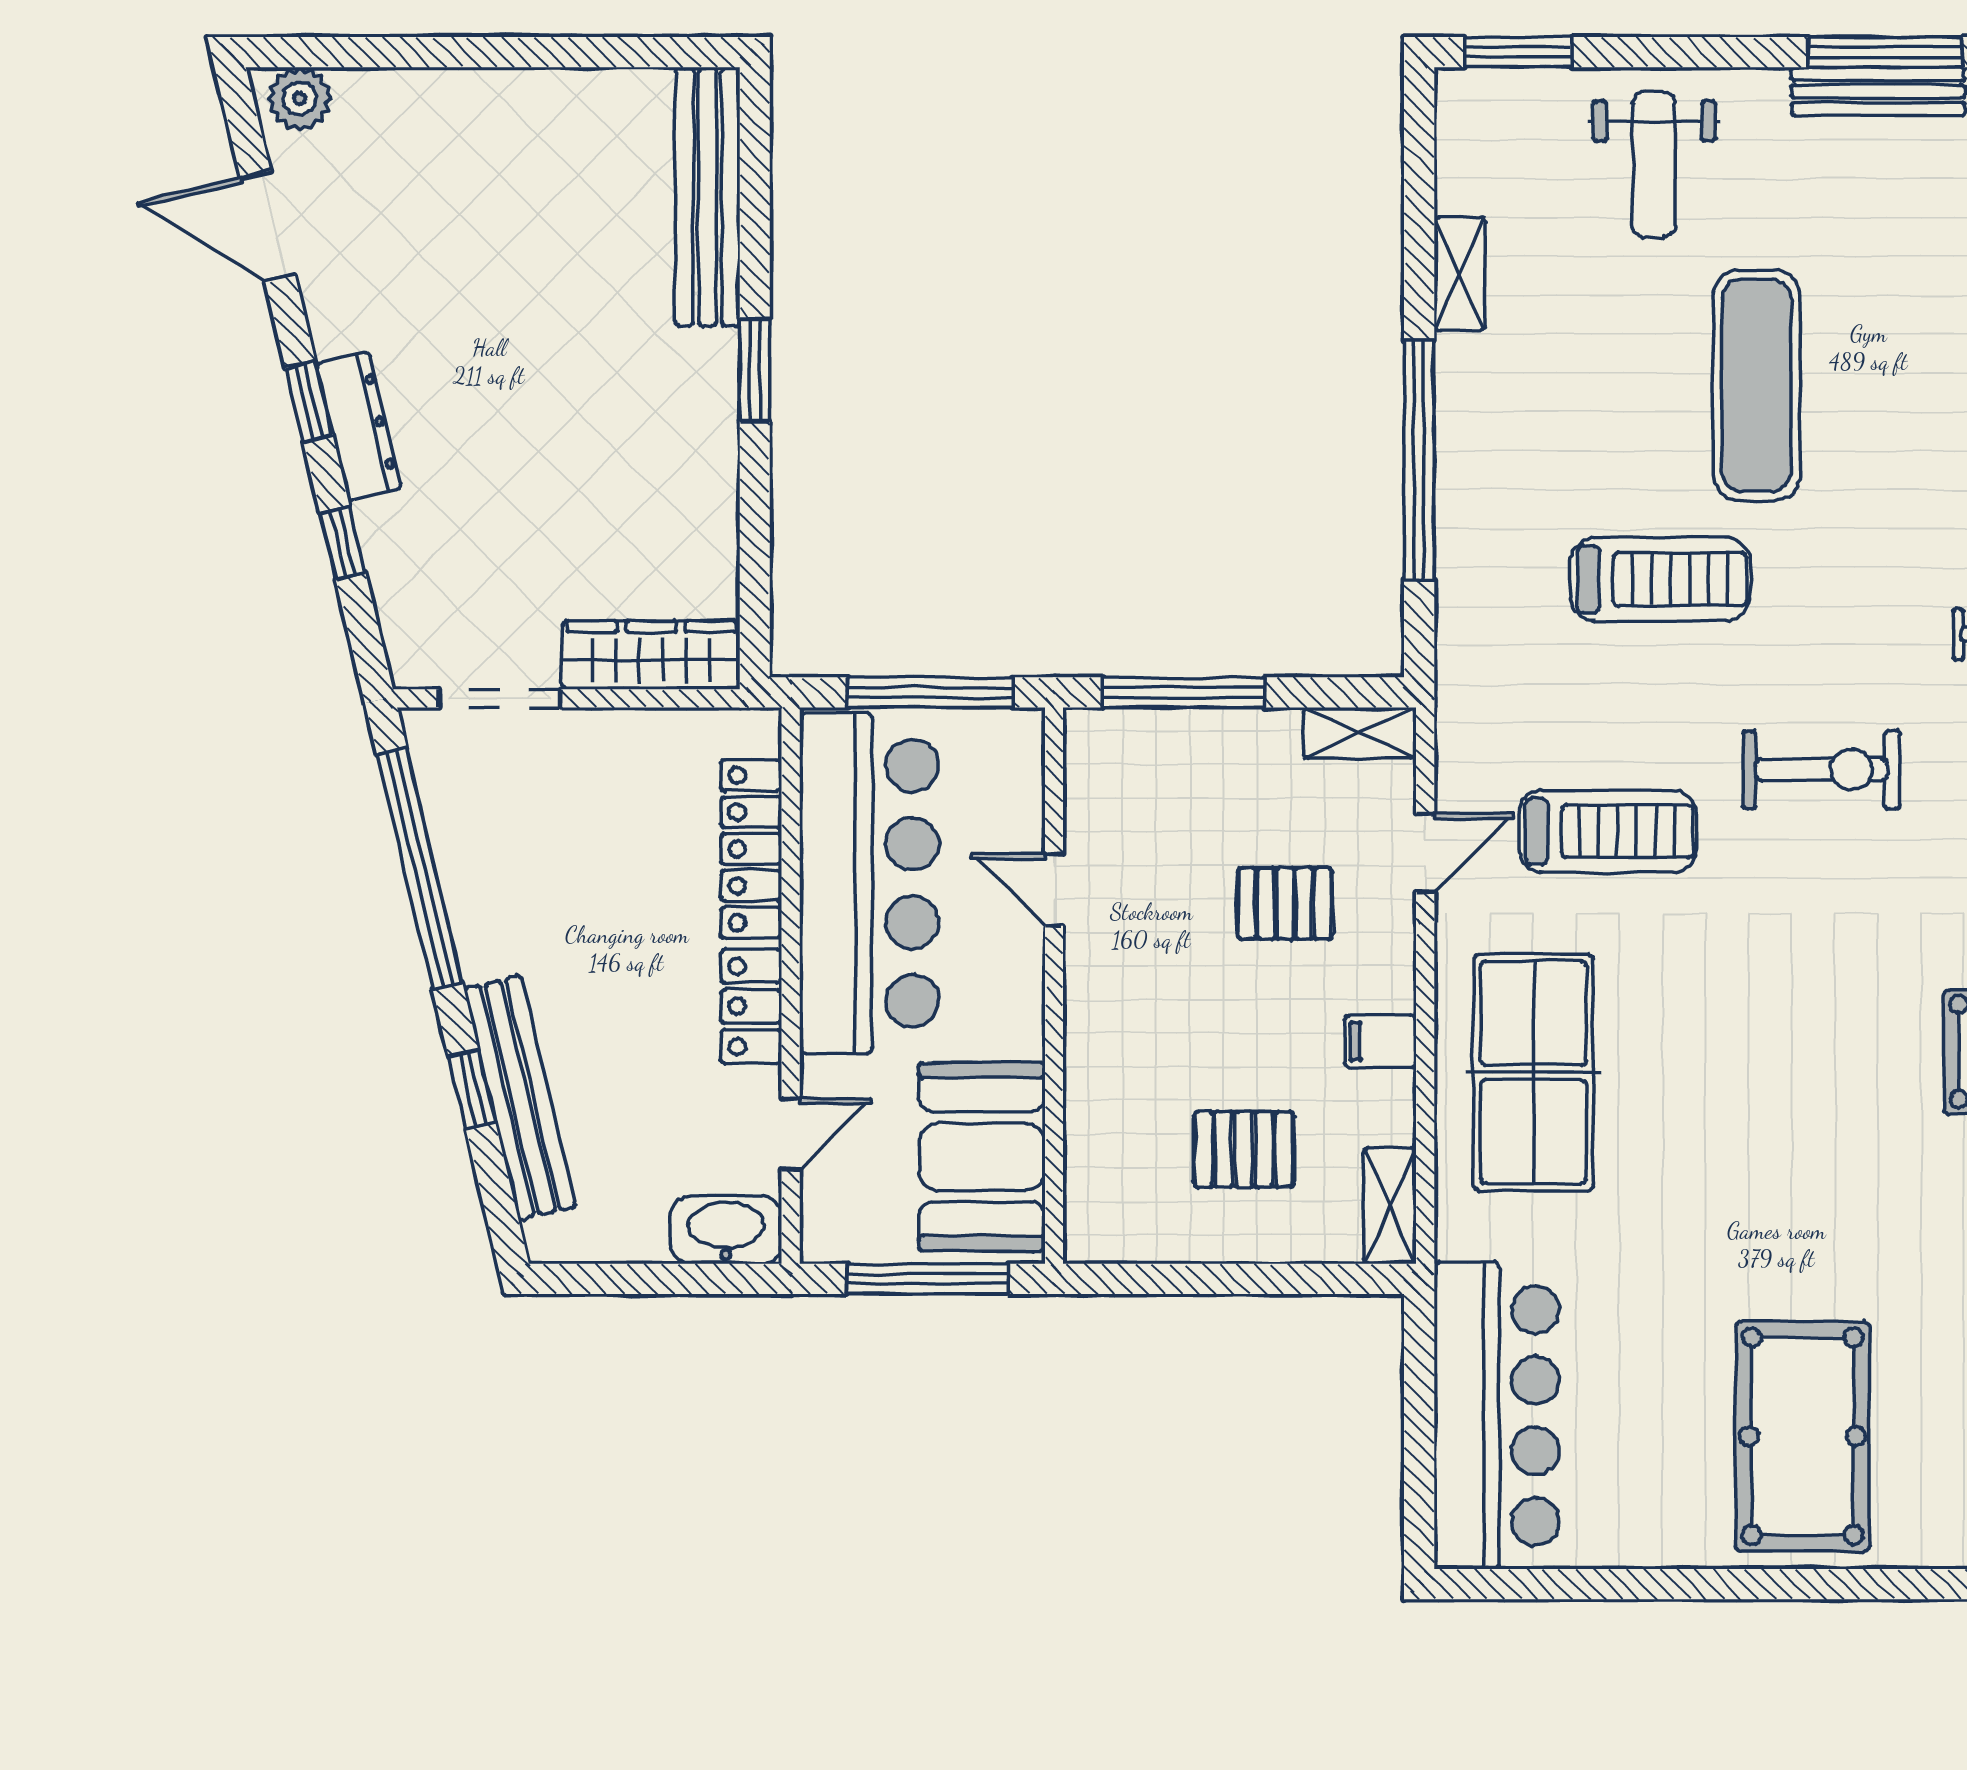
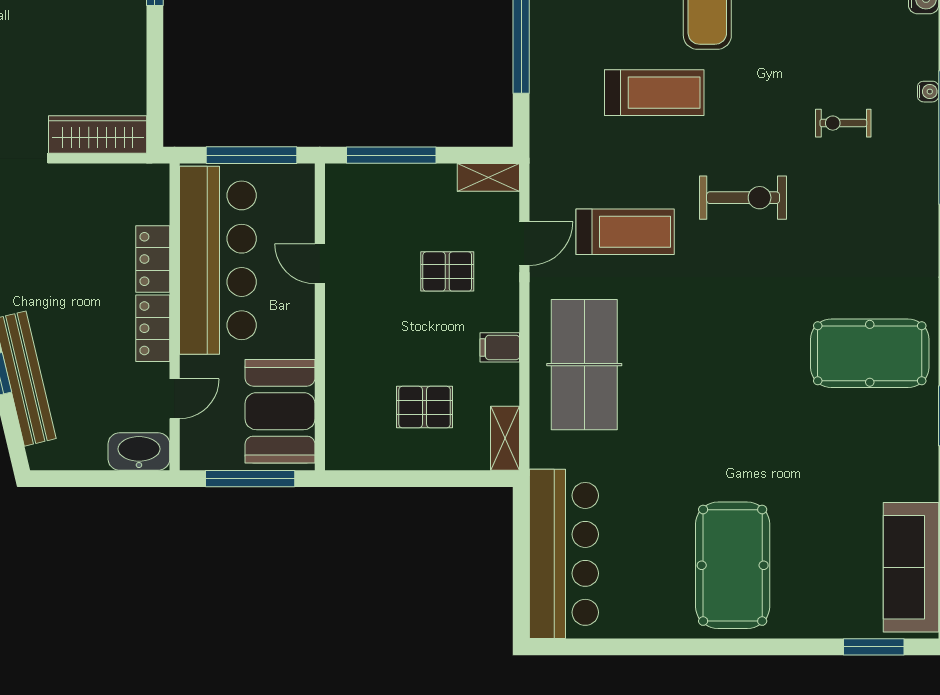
locker: (751, 849) -> (153, 259), width x0.66

